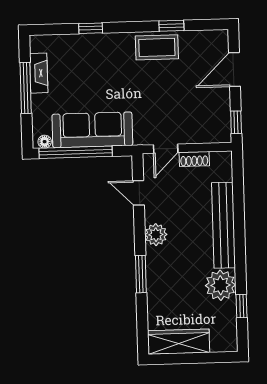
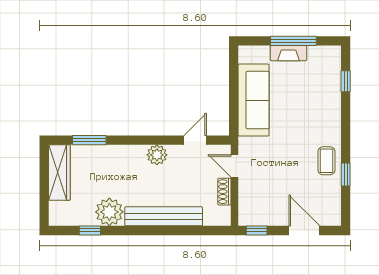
window: (91, 28) -> (346, 81), moved
coffee table: (157, 47) -> (326, 161), width x0.73, depth x0.77
fireplace: (39, 73) -> (288, 53), moved
floor lamp: (45, 142) -> (244, 56), removed
window: (76, 152) -> (234, 84), removed
window: (141, 274) -> (89, 140), moved

